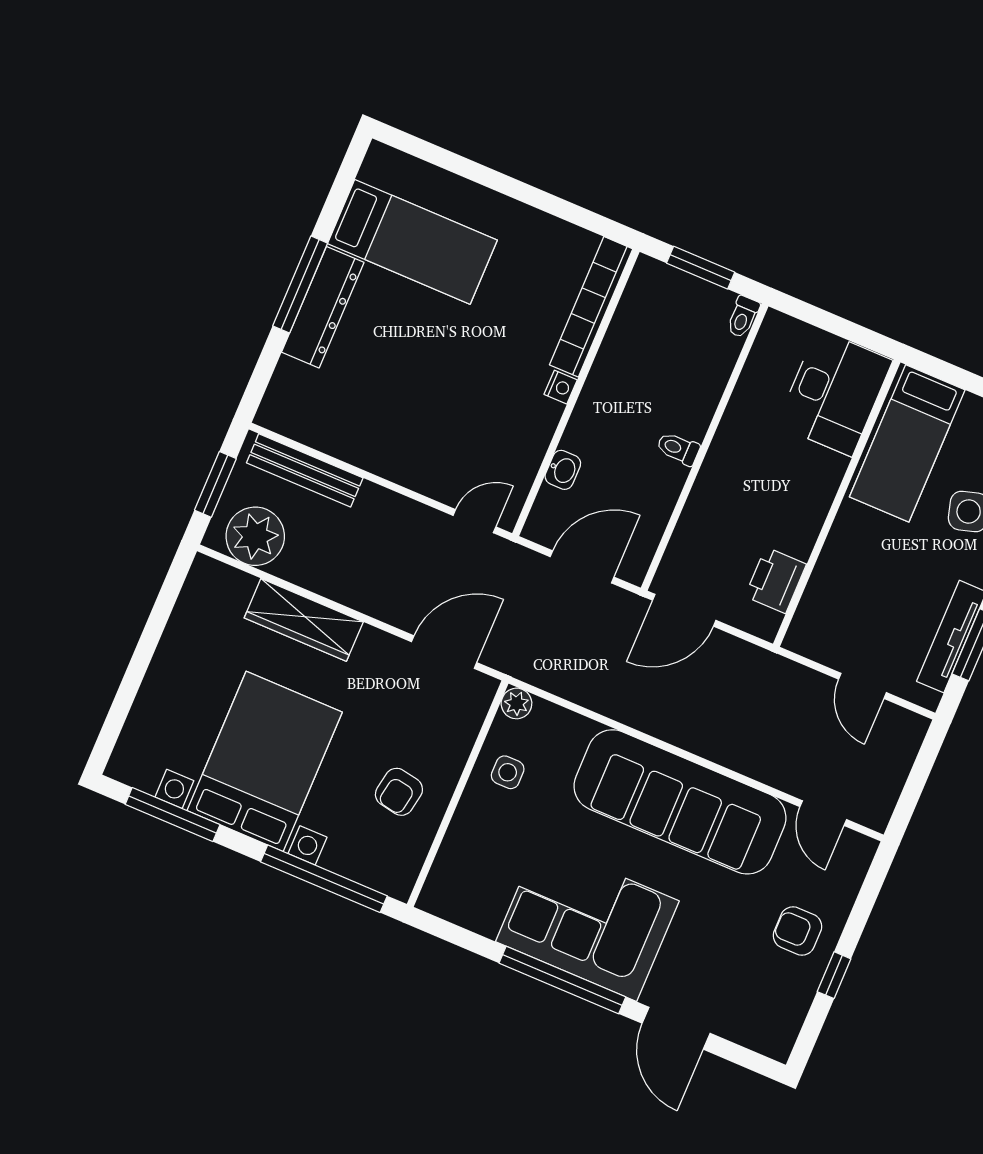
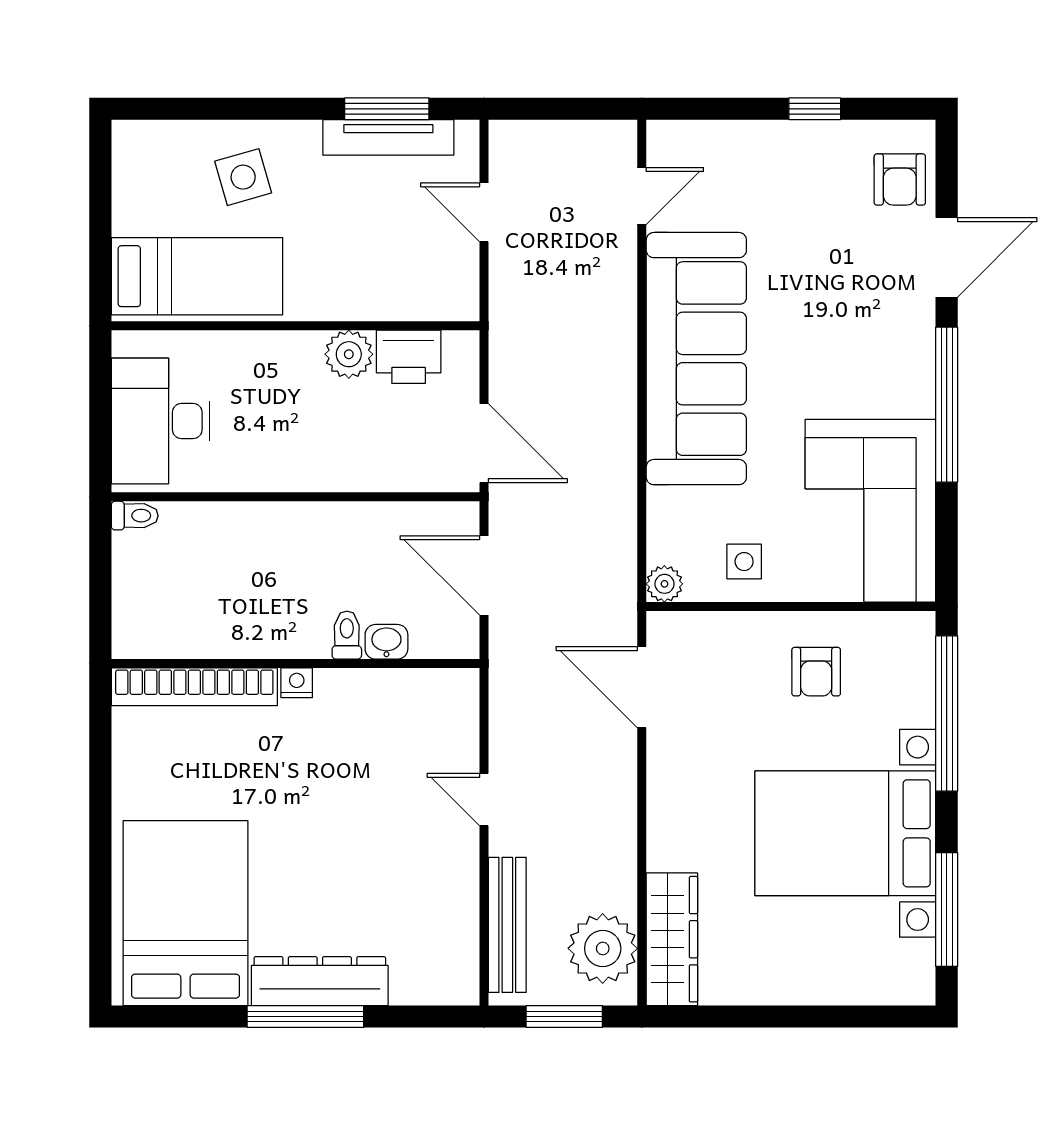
bed: (412, 242) -> (185, 913), width x1.50
window: (701, 268) -> (100, 585), removed
desk: (835, 393) -> (161, 421), moved, turned -90
toilet: (678, 449) -> (347, 635), moved, turned 180
door: (474, 521) -> (484, 800), moved
plant: (797, 535) -> (349, 354), added
wardrobe: (304, 620) -> (672, 939), moved
door: (862, 686) -> (484, 212), swing flipped
armchair: (399, 792) -> (816, 672), turned 80
corner sofa: (587, 921) -> (870, 511), moved
armchair: (797, 931) -> (900, 179), moved

